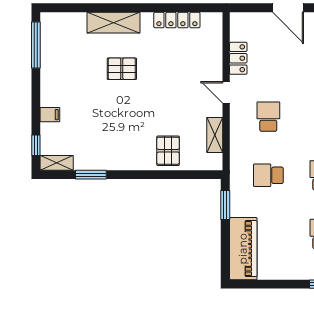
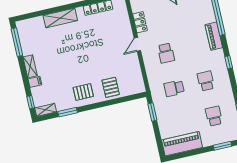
pallet: (122, 69) -> (83, 92), moved
door: (226, 92) -> (137, 44), hinge flipped
school desk: (268, 117) -> (166, 53), turned 180
shelving: (215, 135) -> (30, 66), moved
piano: (243, 249) -> (182, 144), moved, turned -90

